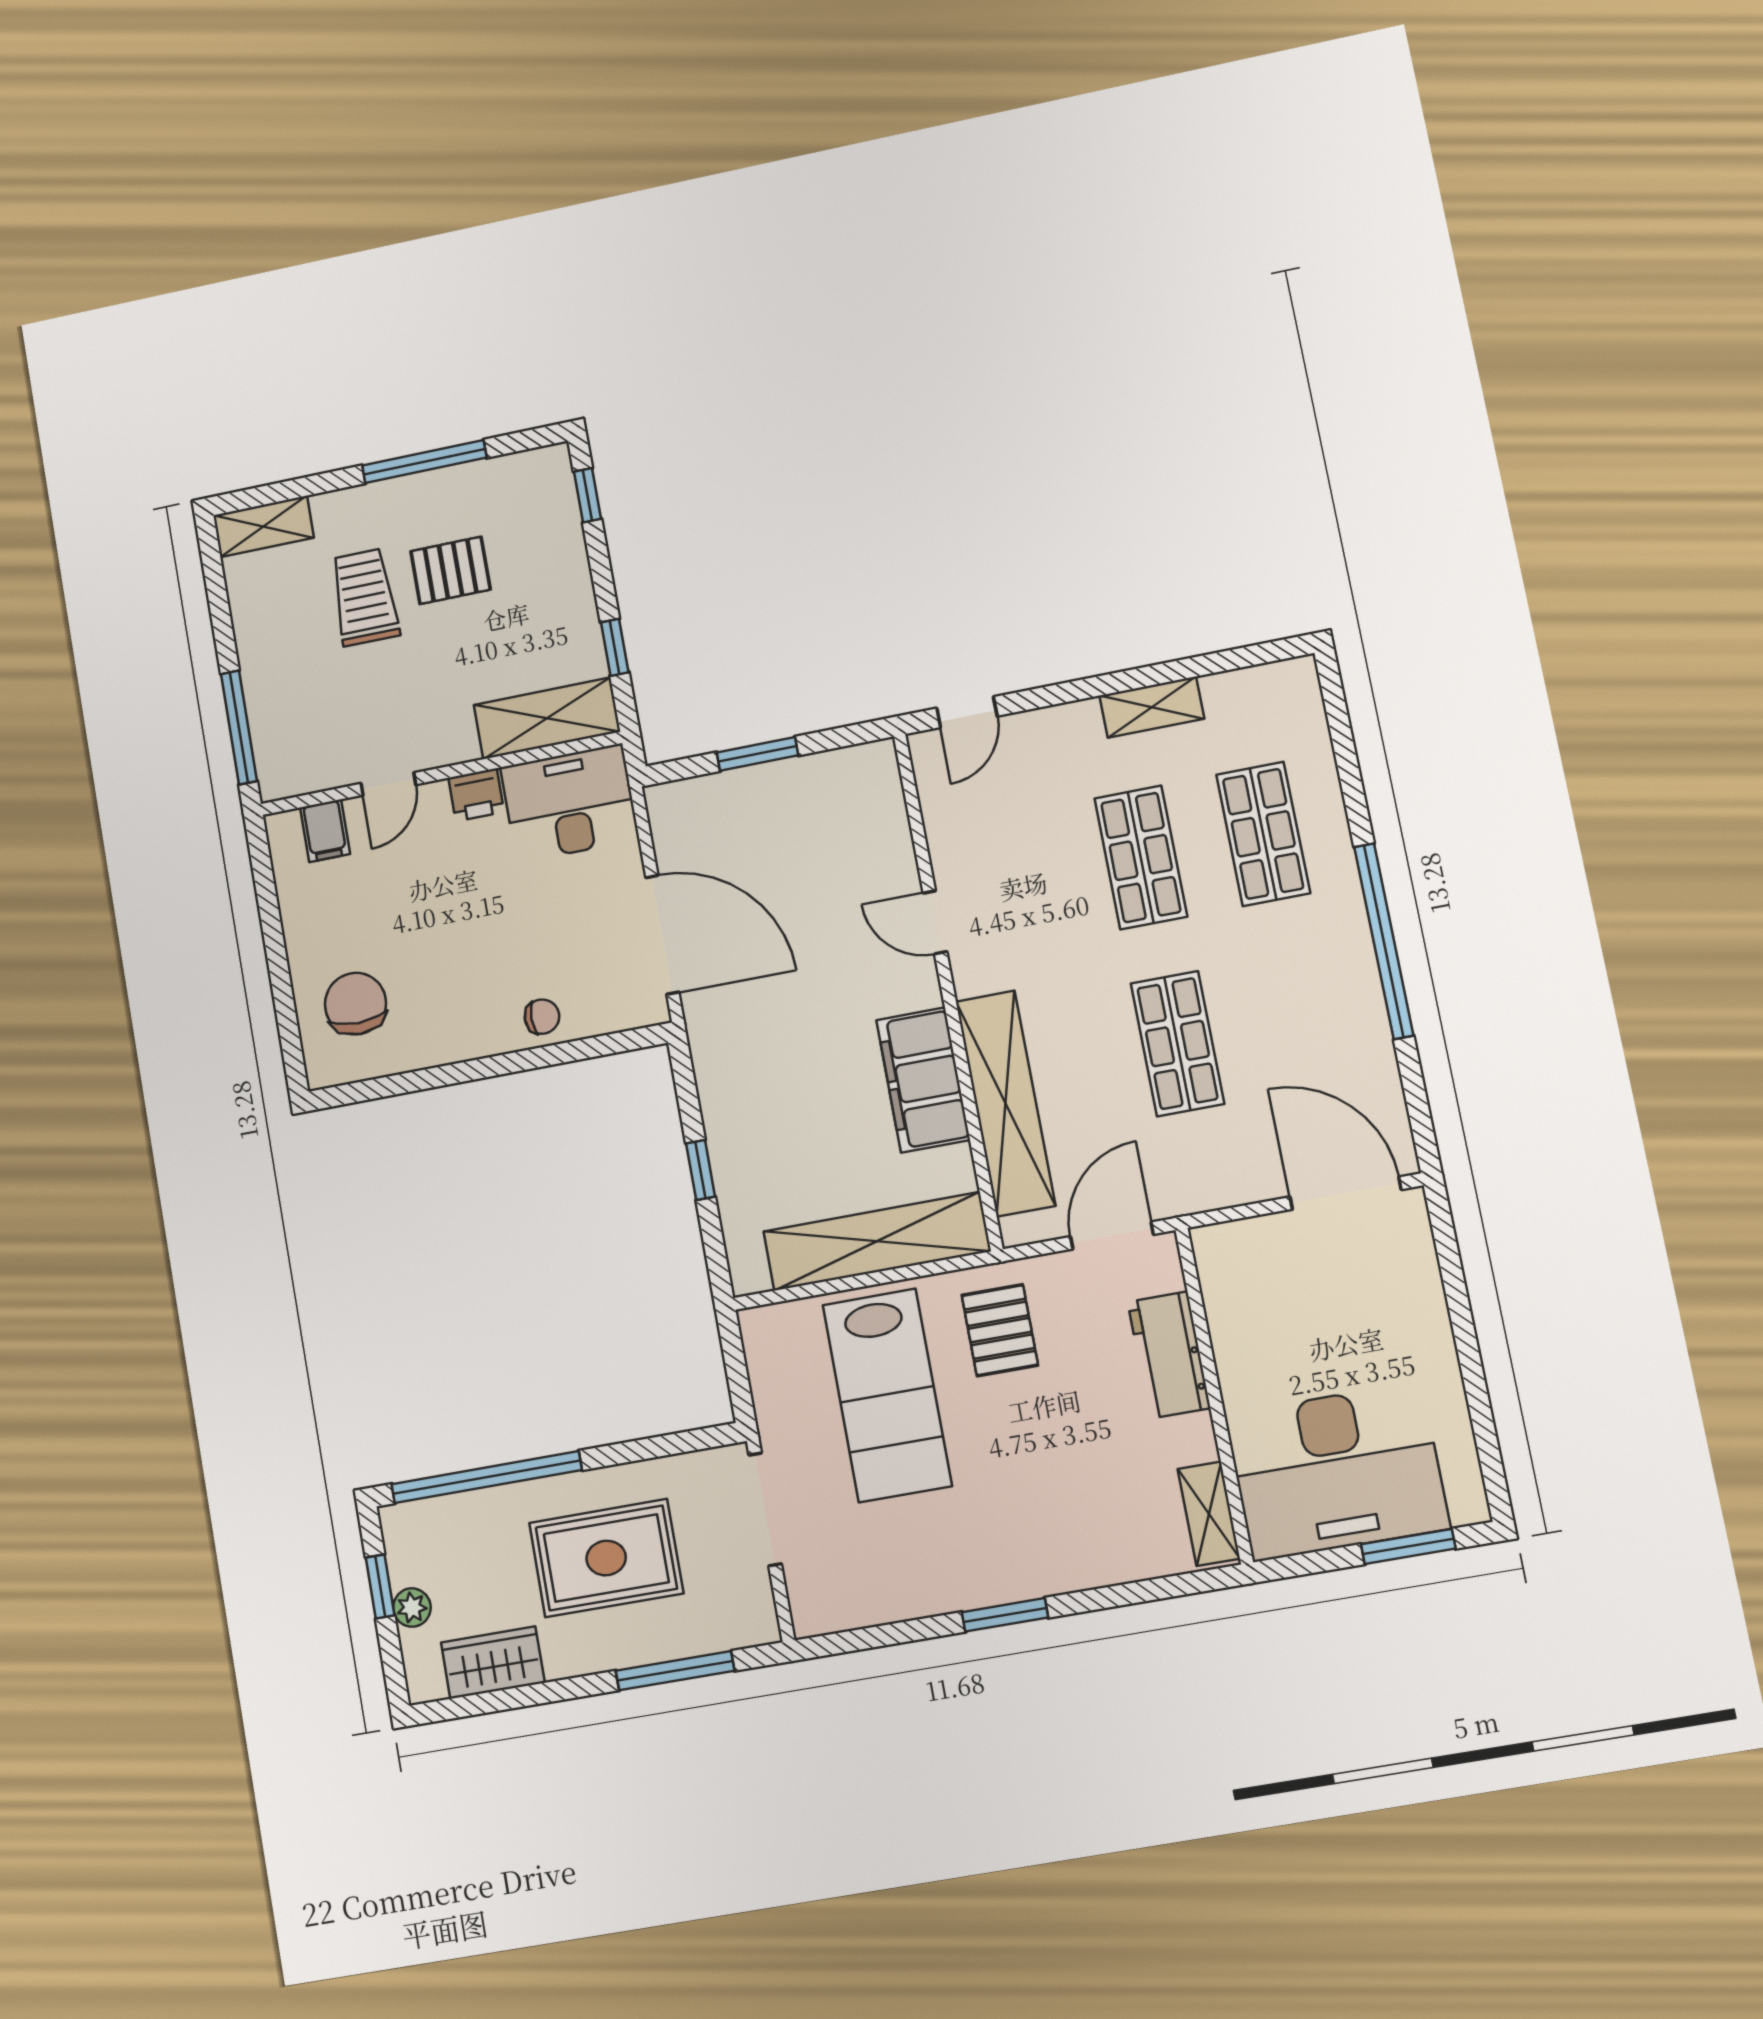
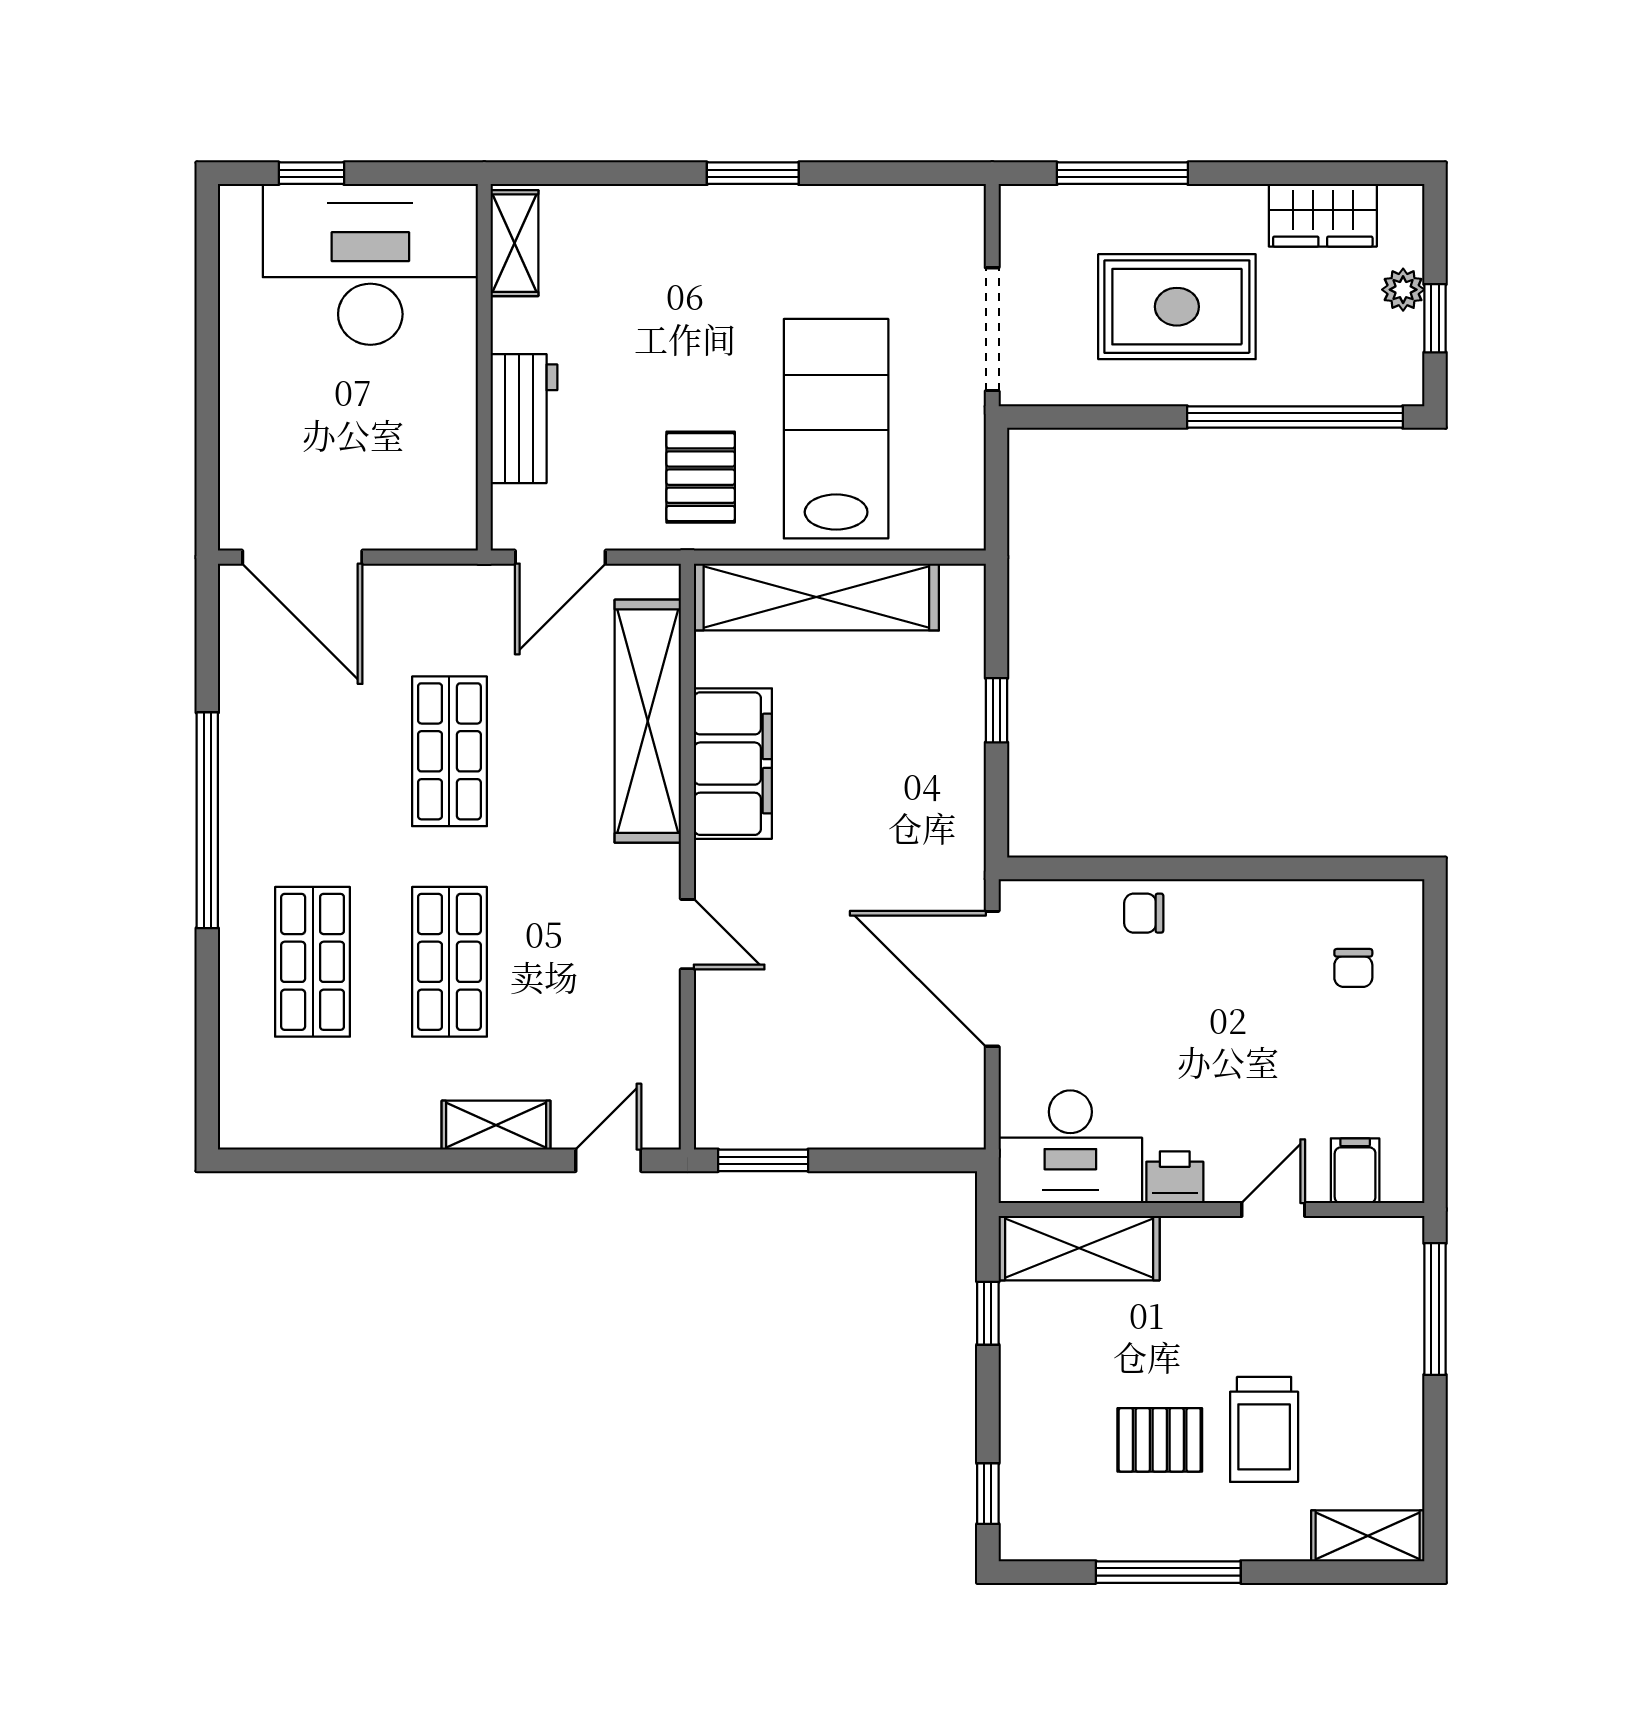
shelving: (1152, 707) -> (496, 1125), moved
window: (757, 754) -> (763, 1160), moved
chair: (355, 1004) -> (1353, 968), width x0.54, depth x0.54
window: (1408, 1546) -> (311, 173), width x0.67

